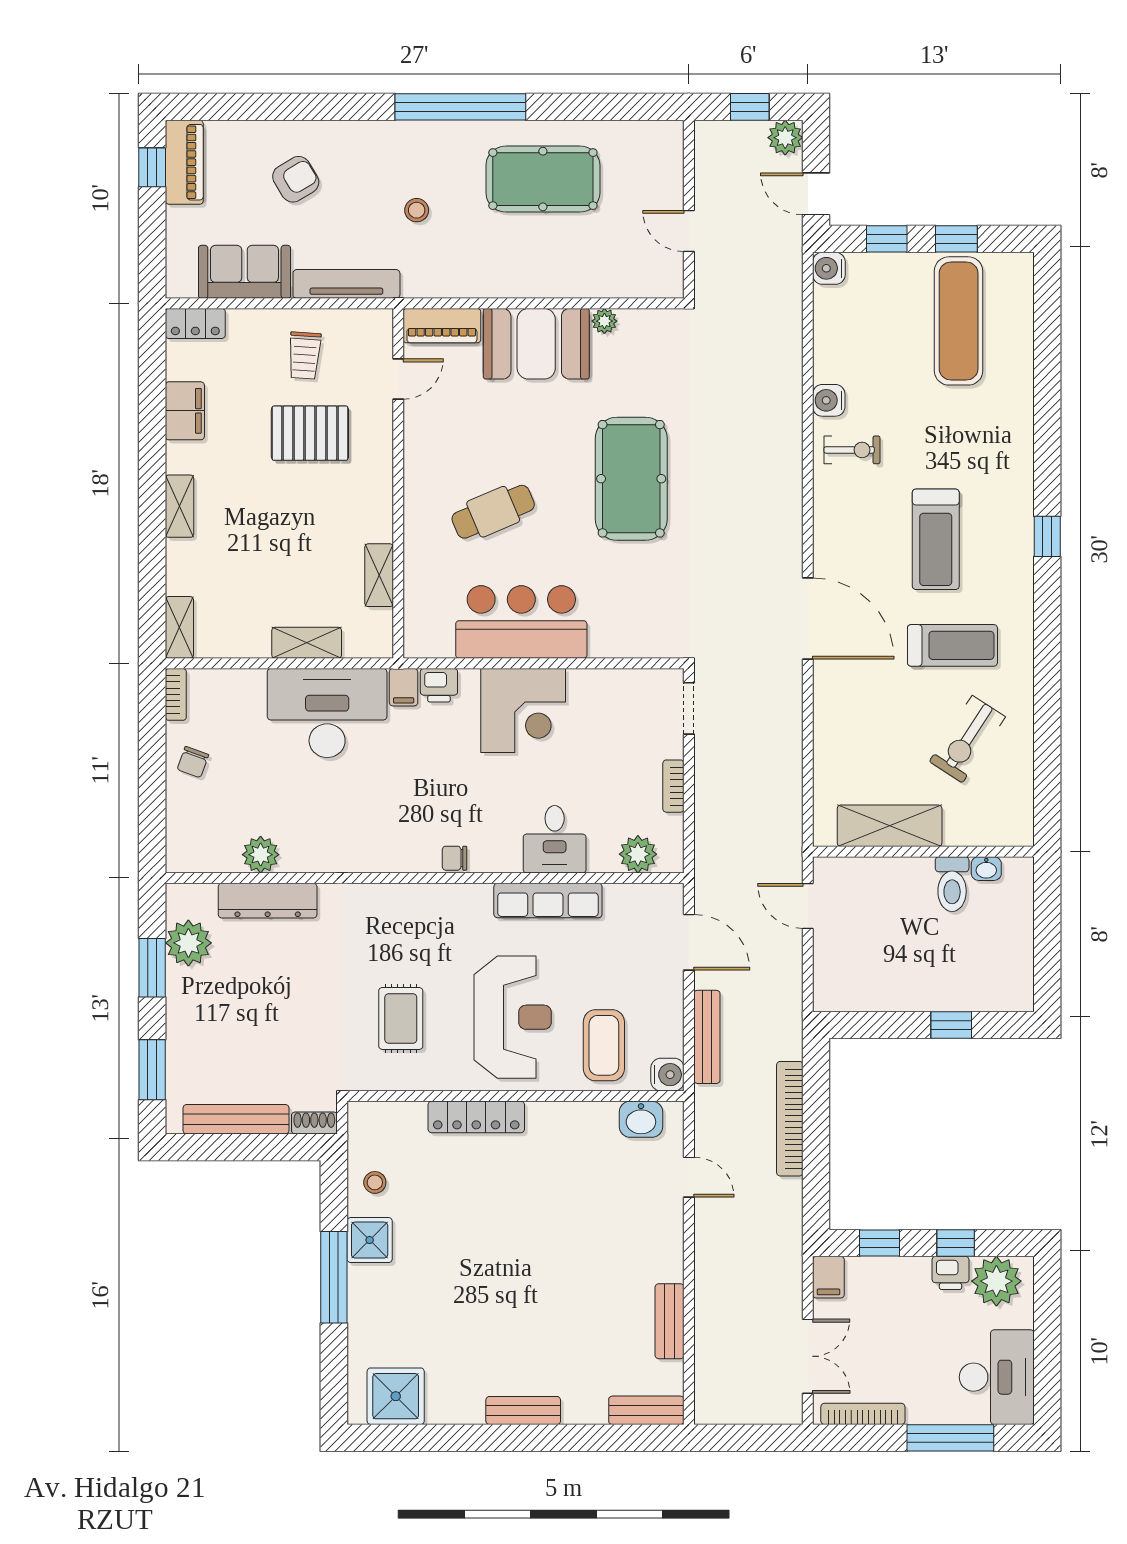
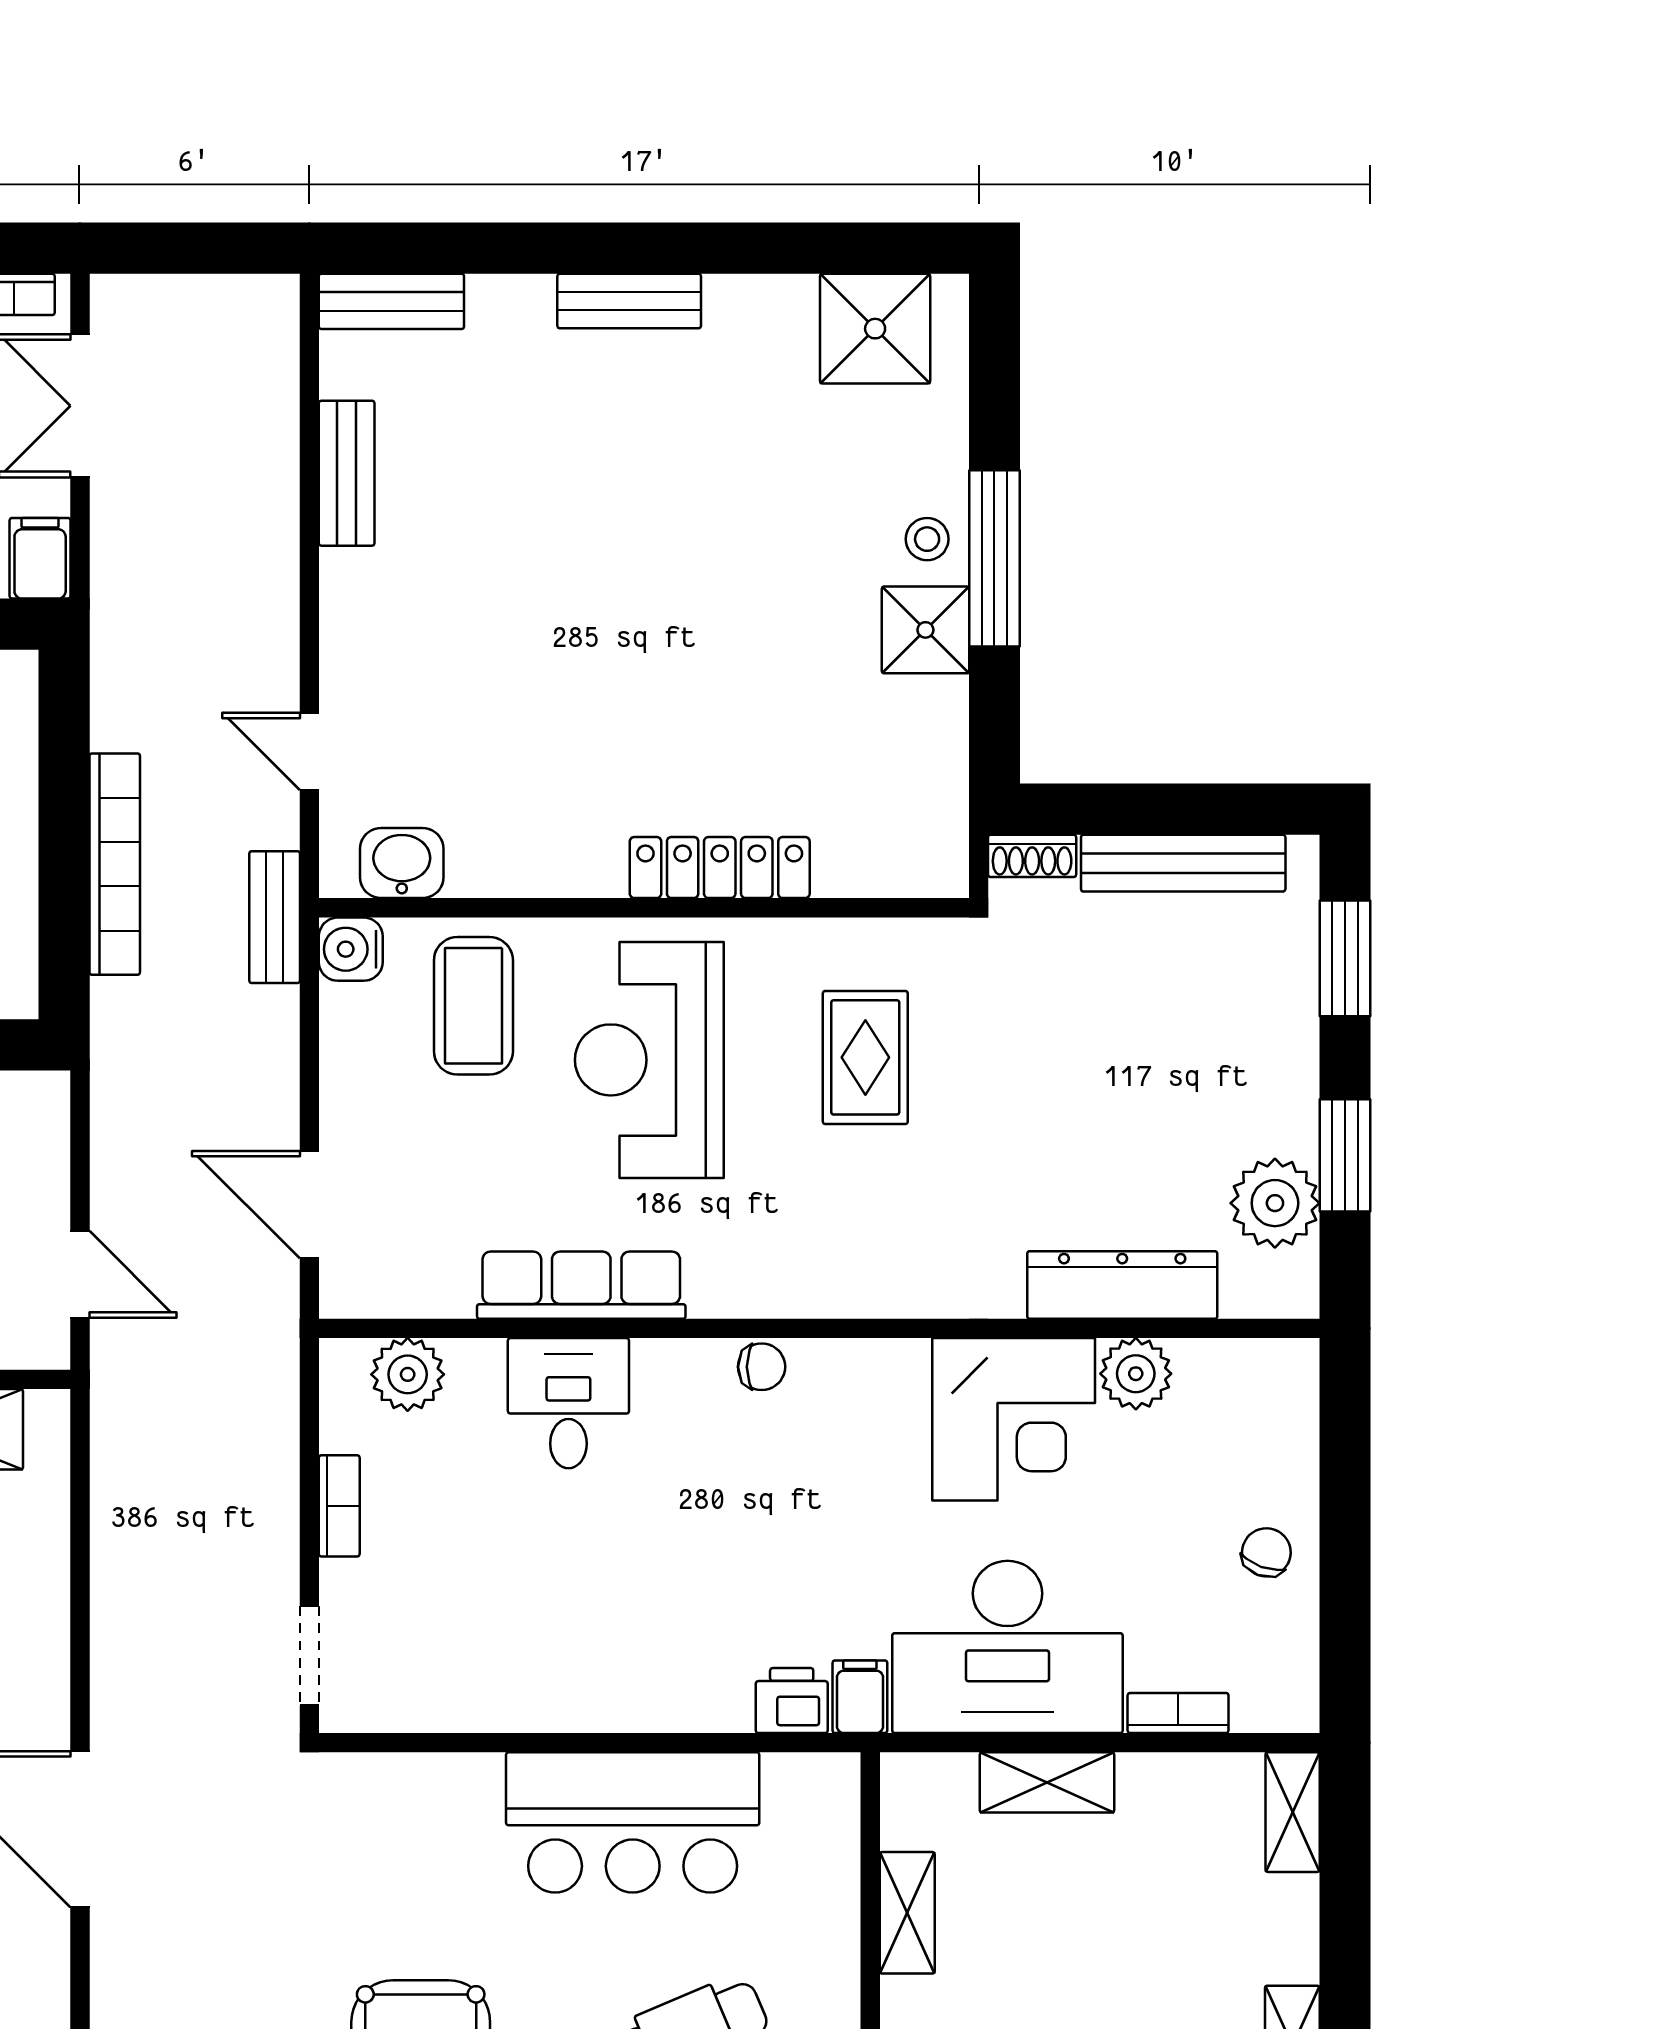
bookcase: (176, 694) -> (1178, 1713), moved, turned 90
corner desk: (523, 710) -> (1014, 1419), moved, turned 180
bench: (707, 1037) -> (275, 917), moved, width x0.73
stool: (375, 1182) -> (927, 539), moved

